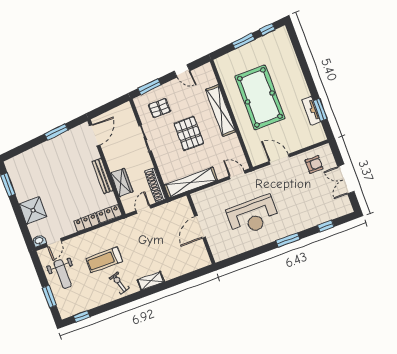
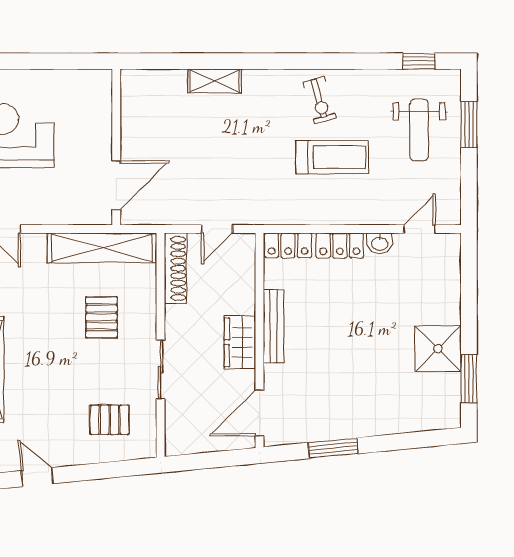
window: (149, 87) -> (114, 470), removed
pallet: (189, 133) -> (102, 317), moved, width x0.67, depth x0.71
wardrobe: (122, 182) -> (240, 342), moved
shower: (33, 210) -> (438, 348), moved
door: (200, 227) -> (116, 185), moved
washbasin: (39, 241) -> (380, 243), moved
weight bench: (63, 274) -> (419, 130), moved, turned 180
shelving: (151, 281) -> (215, 81), moved

